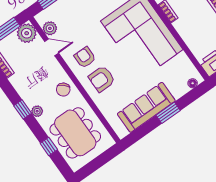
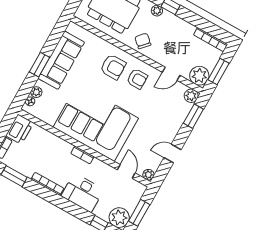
plant: (50, 28) -> (191, 96), moved
armchair: (102, 79) -> (113, 67), turned 90
plant: (183, 89) -> (36, 92), added

